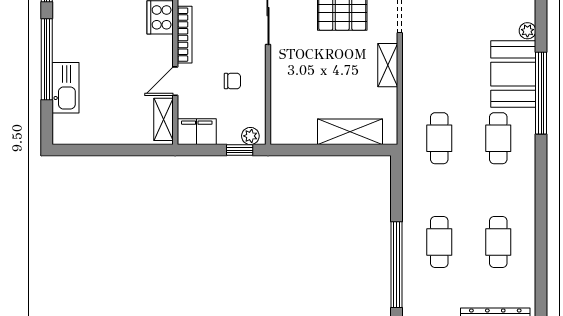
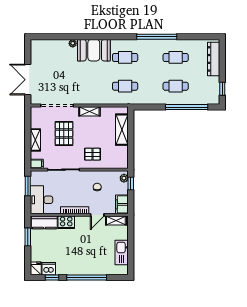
pallet: (300, 71) -> (92, 154), added
door: (175, 81) -> (97, 215), hinge flipped
kitchen sink: (66, 88) -> (122, 252), moved, turned -90
window: (541, 93) -> (157, 37), moved

